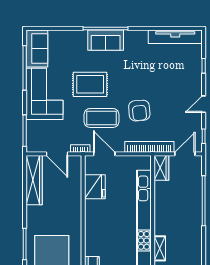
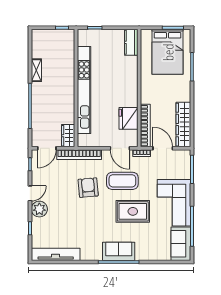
plant: (193, 87) -> (39, 209), added
bookcase: (76, 179) -> (145, 126), added
shelving: (160, 248) -> (36, 70), moved

